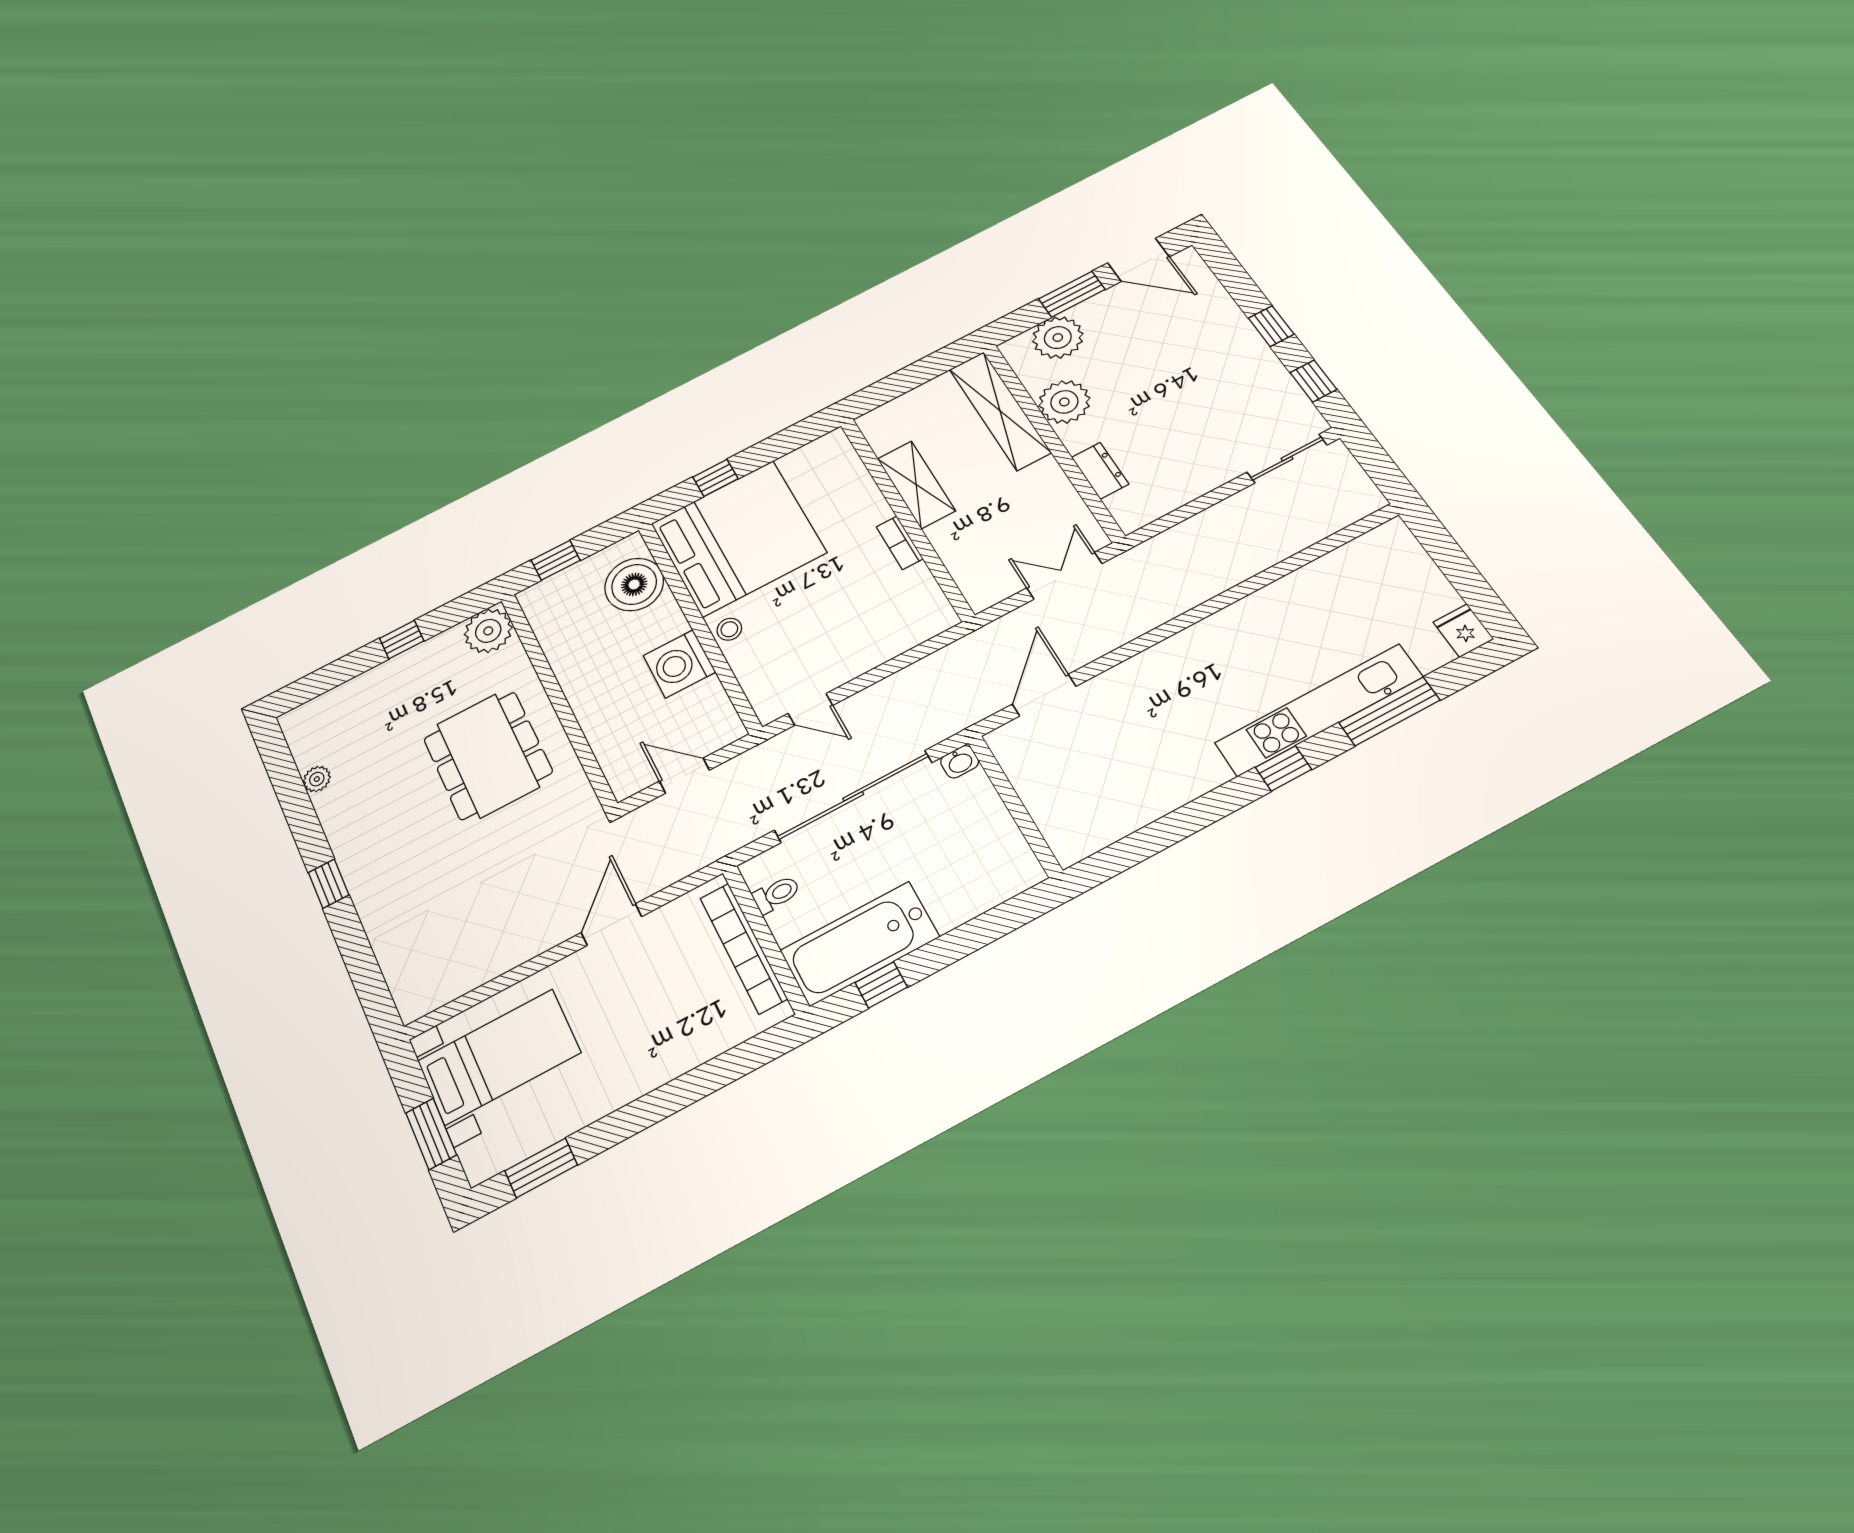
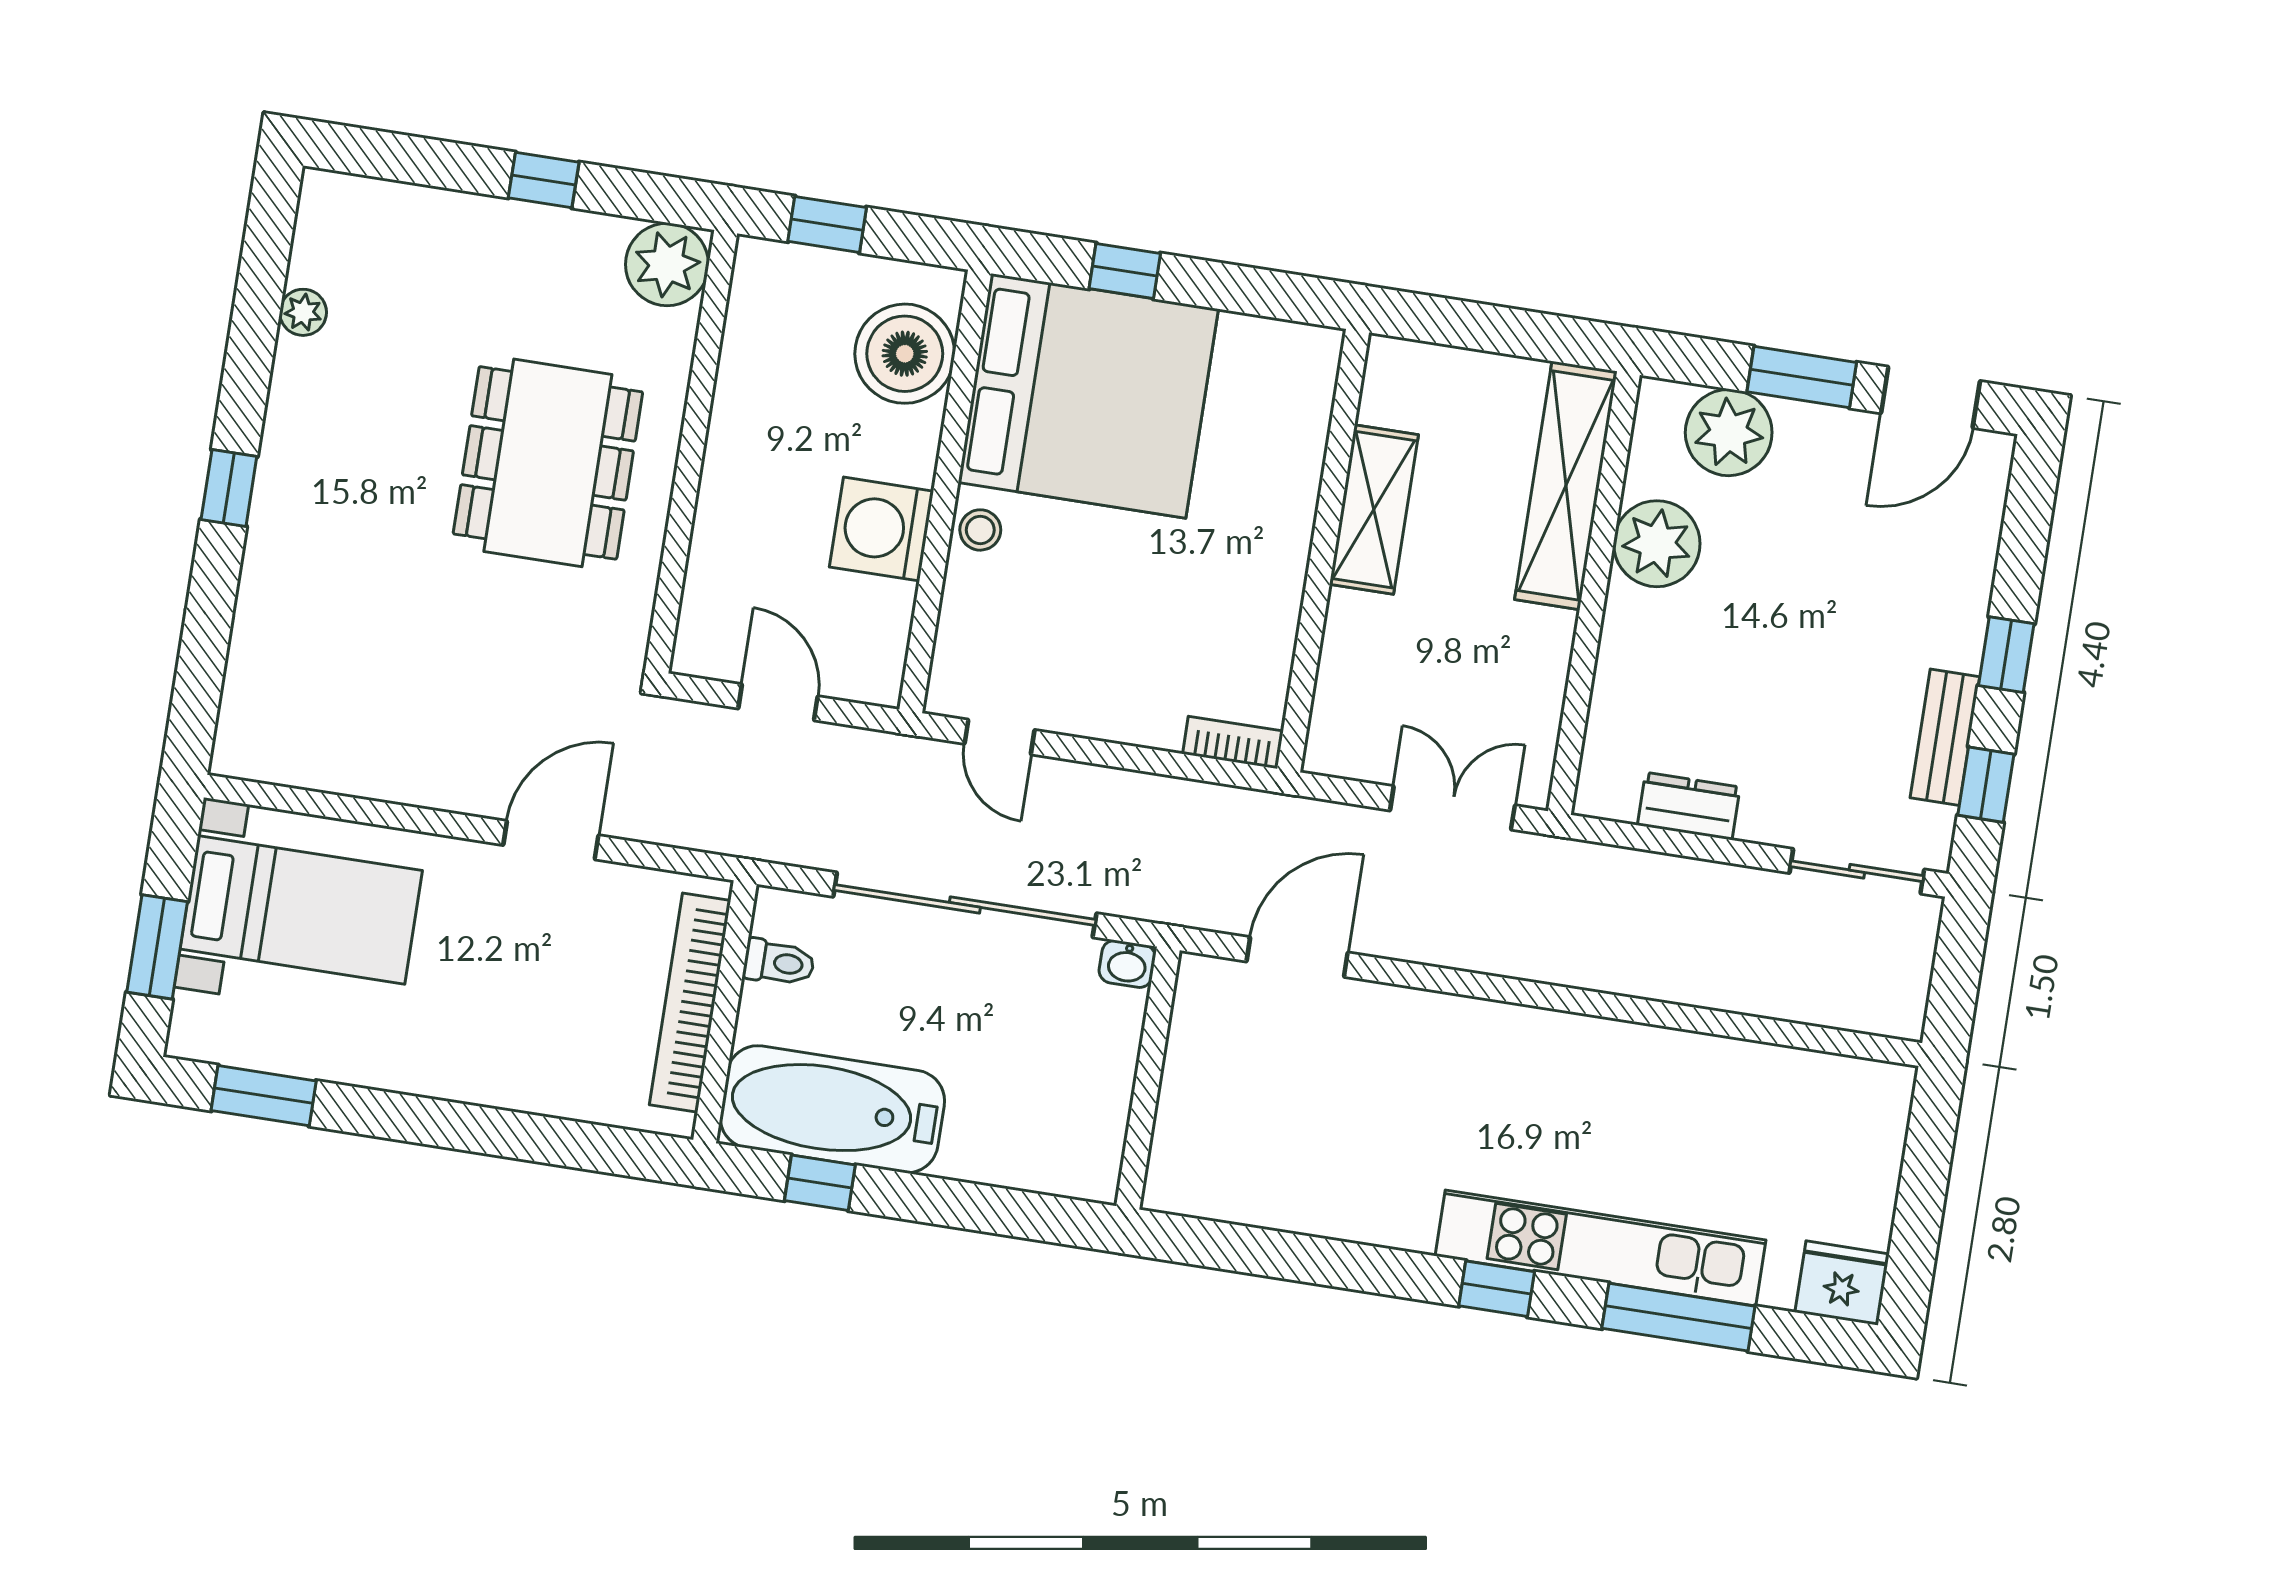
door: (1138, 260) -> (1930, 397), hinge flipped
bench: (1275, 377) -> (1945, 737), added
dresser: (1100, 471) -> (1689, 806), moved, turned -90
bookcase: (900, 543) -> (1233, 743), moved, turned 90
fridge: (1463, 631) -> (1842, 1283), width x1.38

